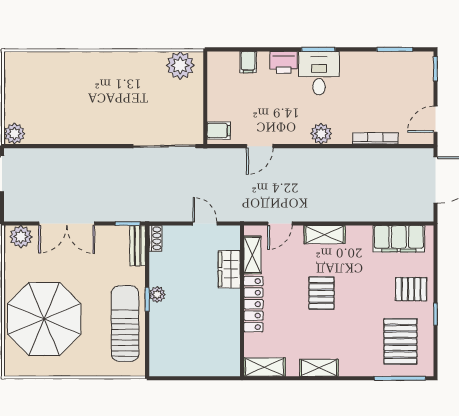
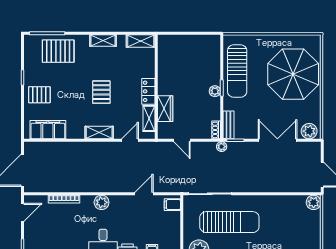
sun lounger: (136, 105) -> (229, 222), added
plant: (148, 214) -> (222, 147), added
locker: (253, 304) -> (148, 91), width x0.66
pallet: (400, 341) -> (58, 51), moved, turned 90

